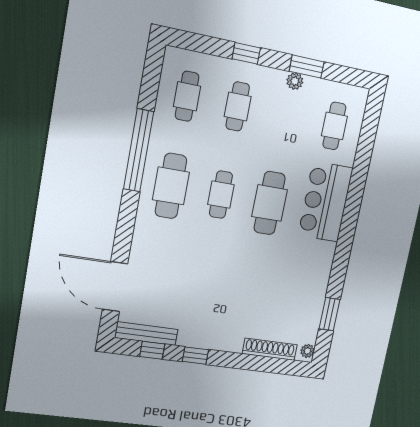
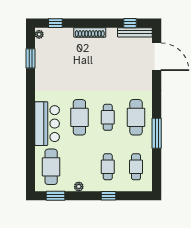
window: (307, 67) -> (55, 196), moved
cafe table: (334, 126) -> (51, 167), width x1.37, depth x1.35
window: (139, 150) -> (157, 133), width x0.68
shoe rack: (270, 349) -> (90, 32), moved
window: (195, 356) -> (55, 23), moved

